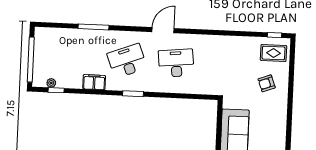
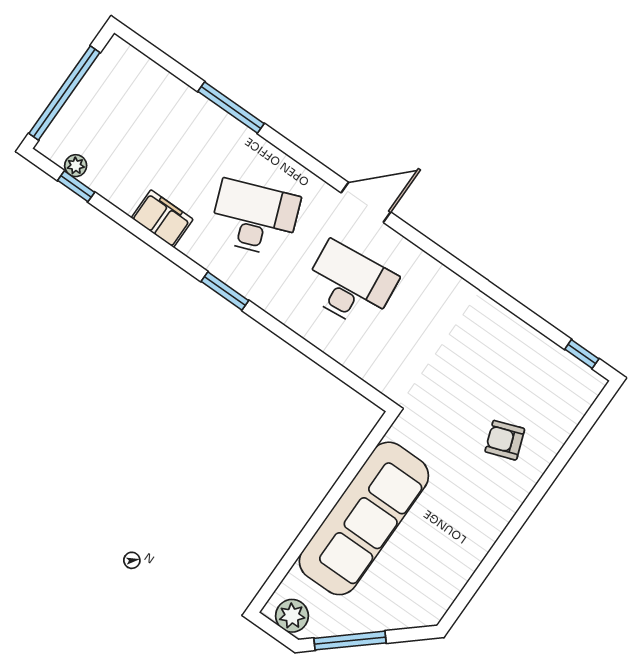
rug: (274, 53) -> (557, 388), removed

